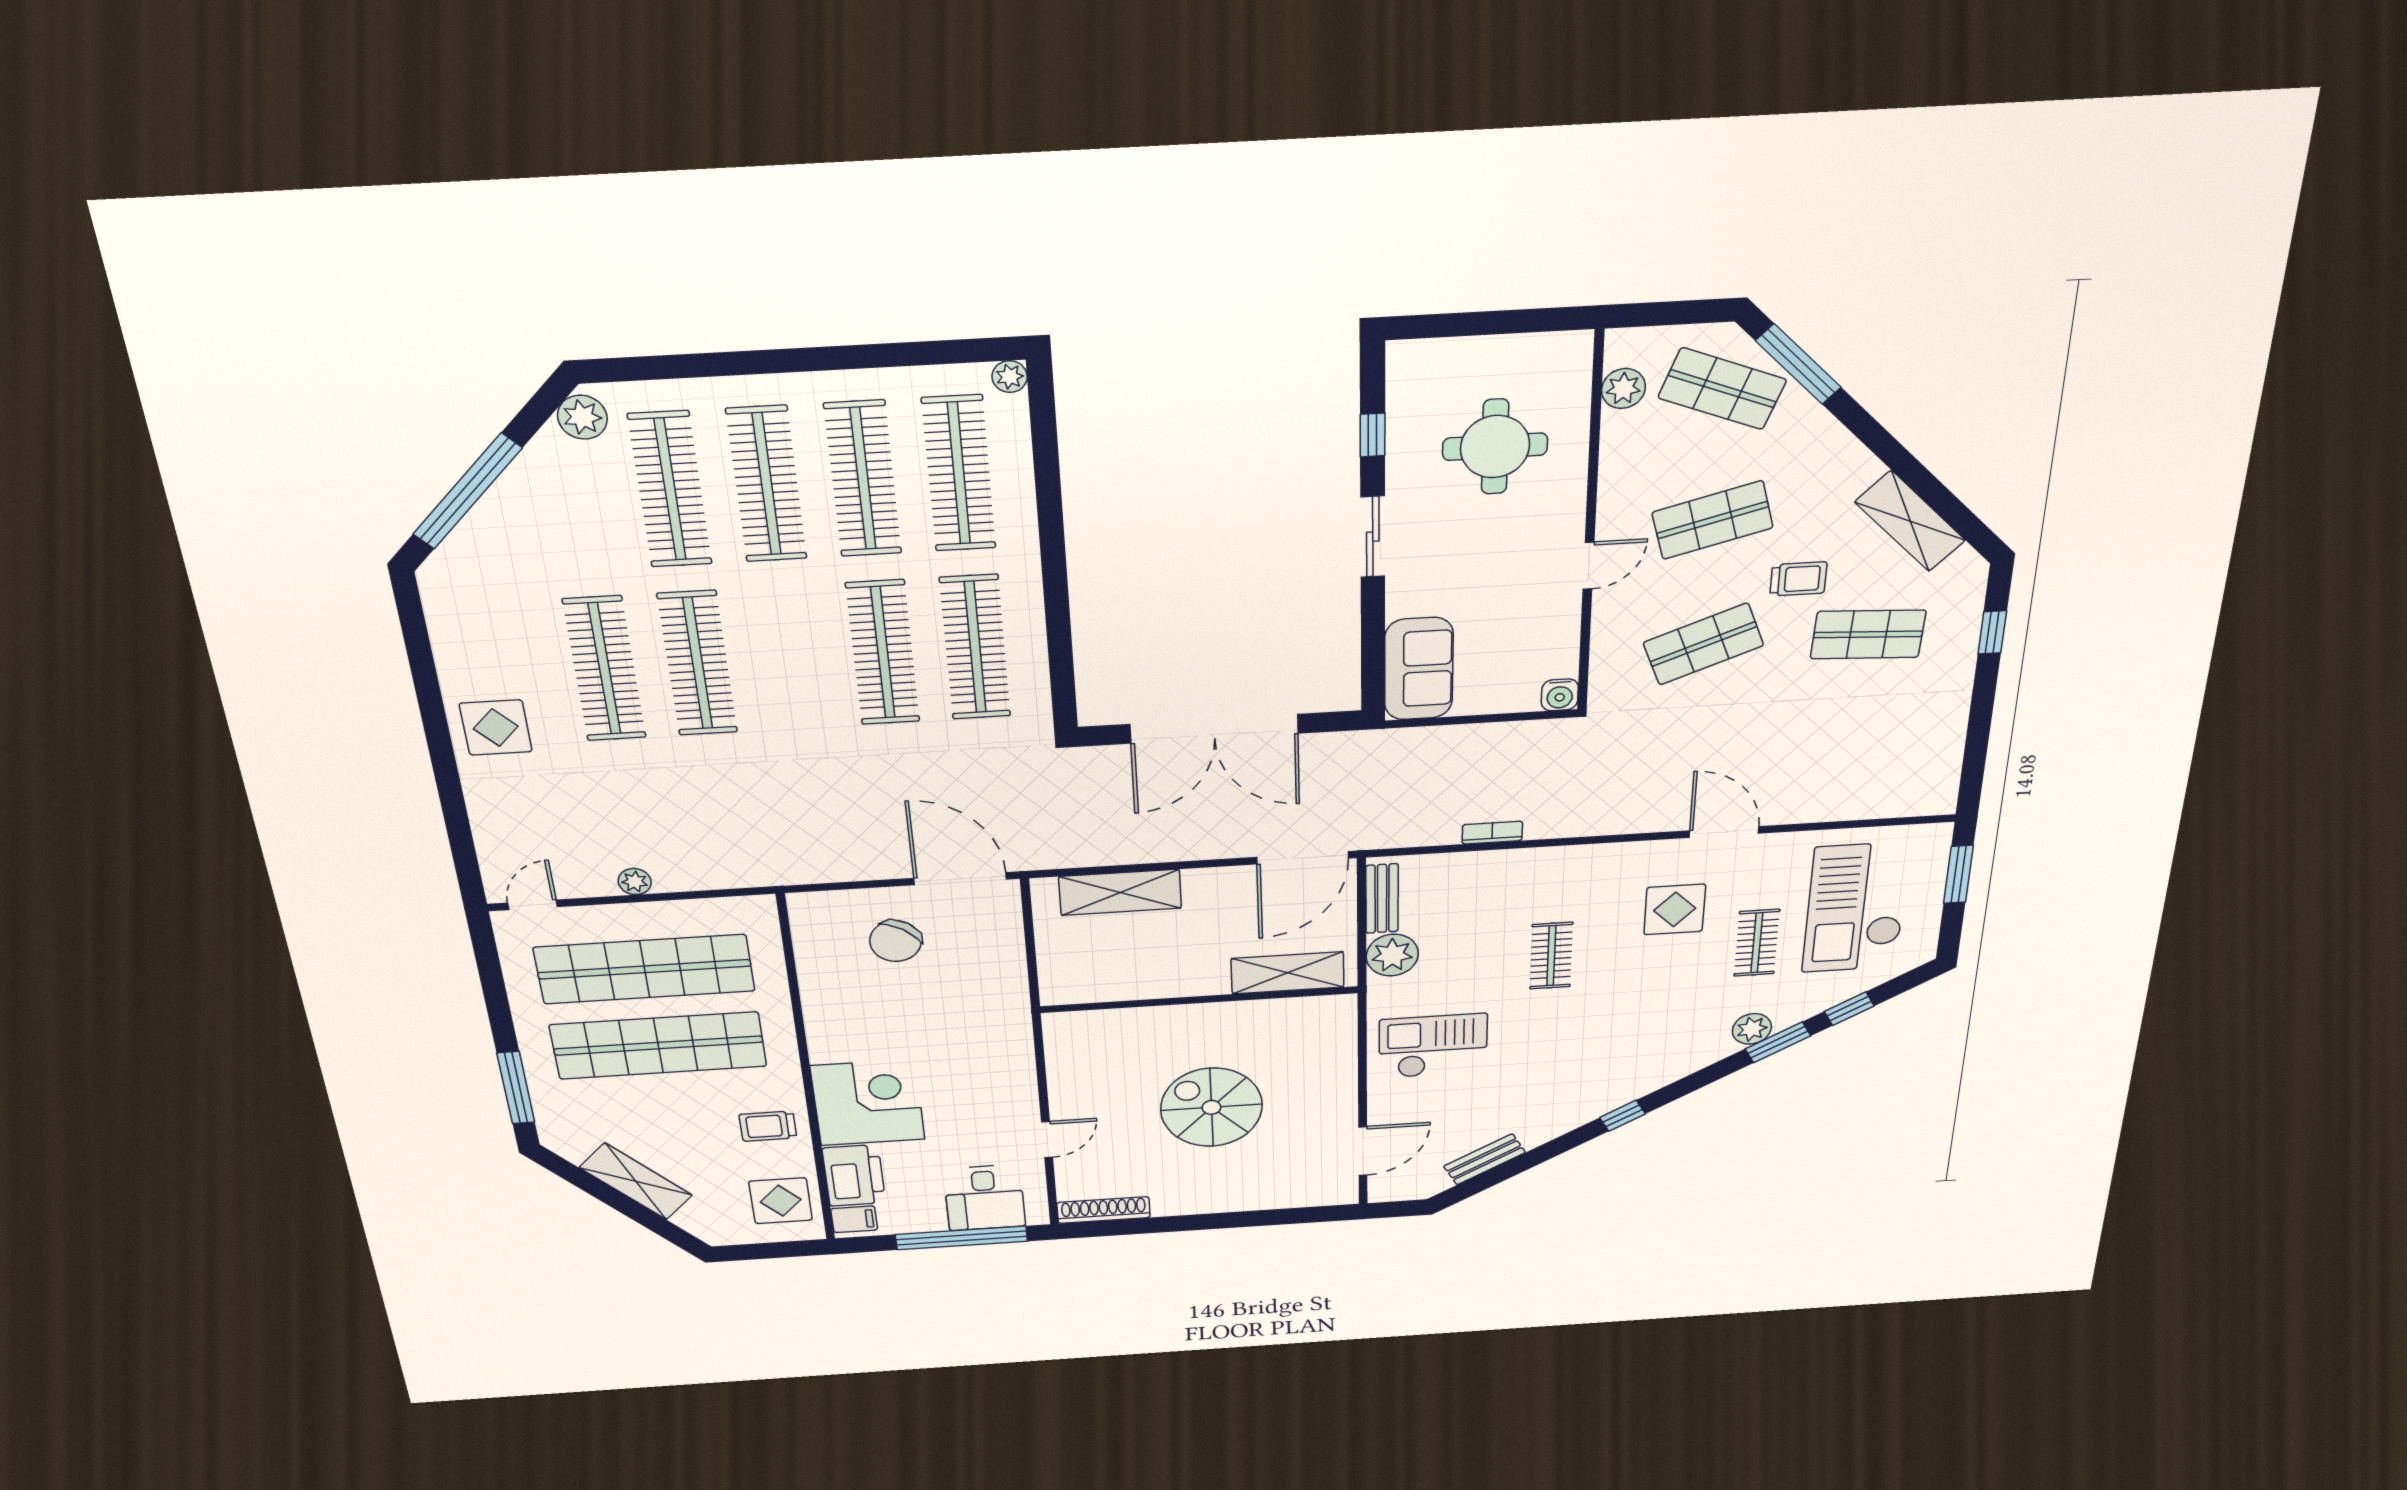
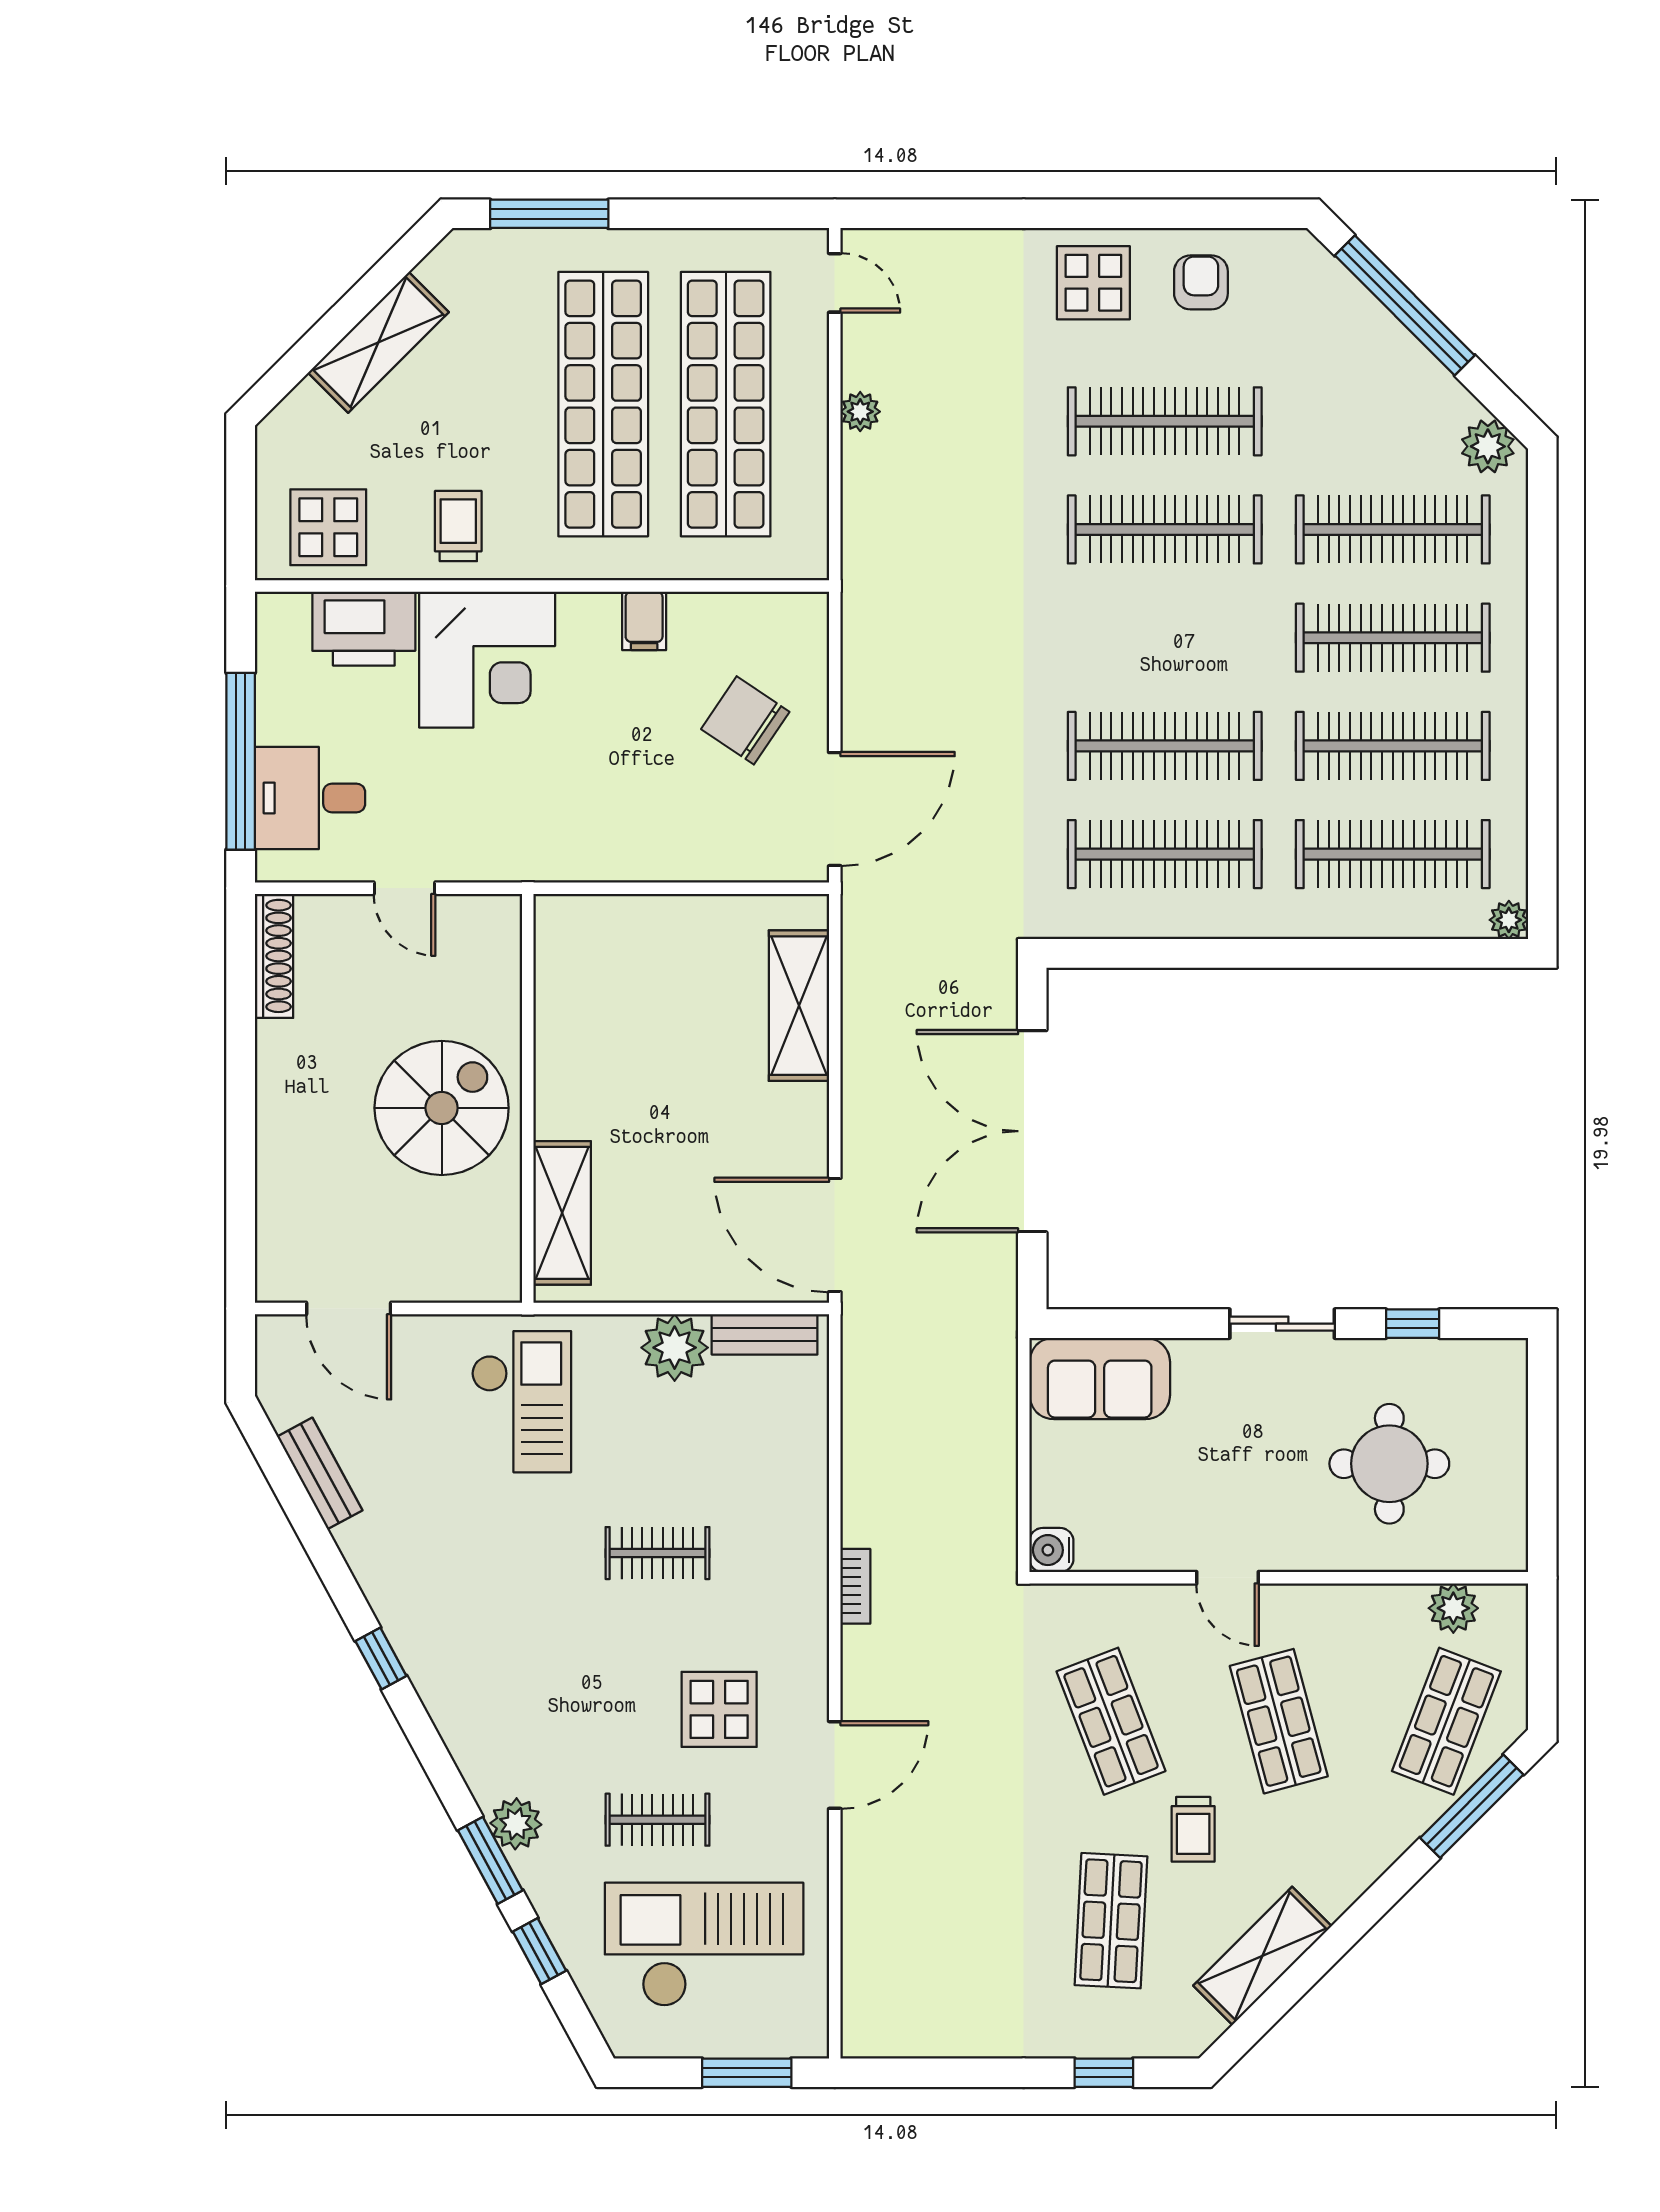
armchair: (479, 649) -> (1201, 282), added
bookcase: (1492, 833) -> (855, 1586), moved
shelving: (1288, 973) -> (562, 1213), moved
wall: (1199, 1000) -> (528, 1098), moved
filing cabinet: (854, 1219) -> (644, 621), moved

